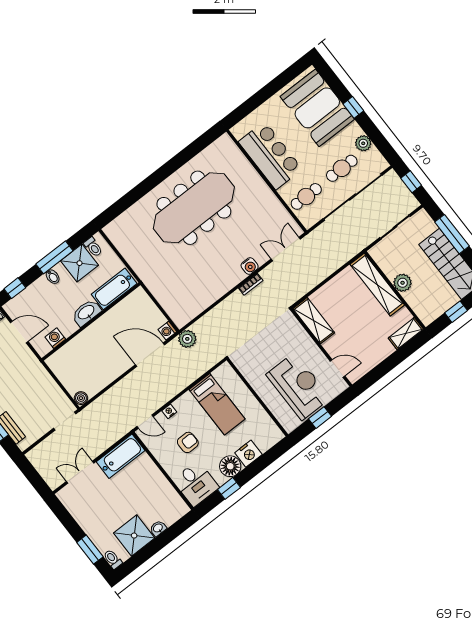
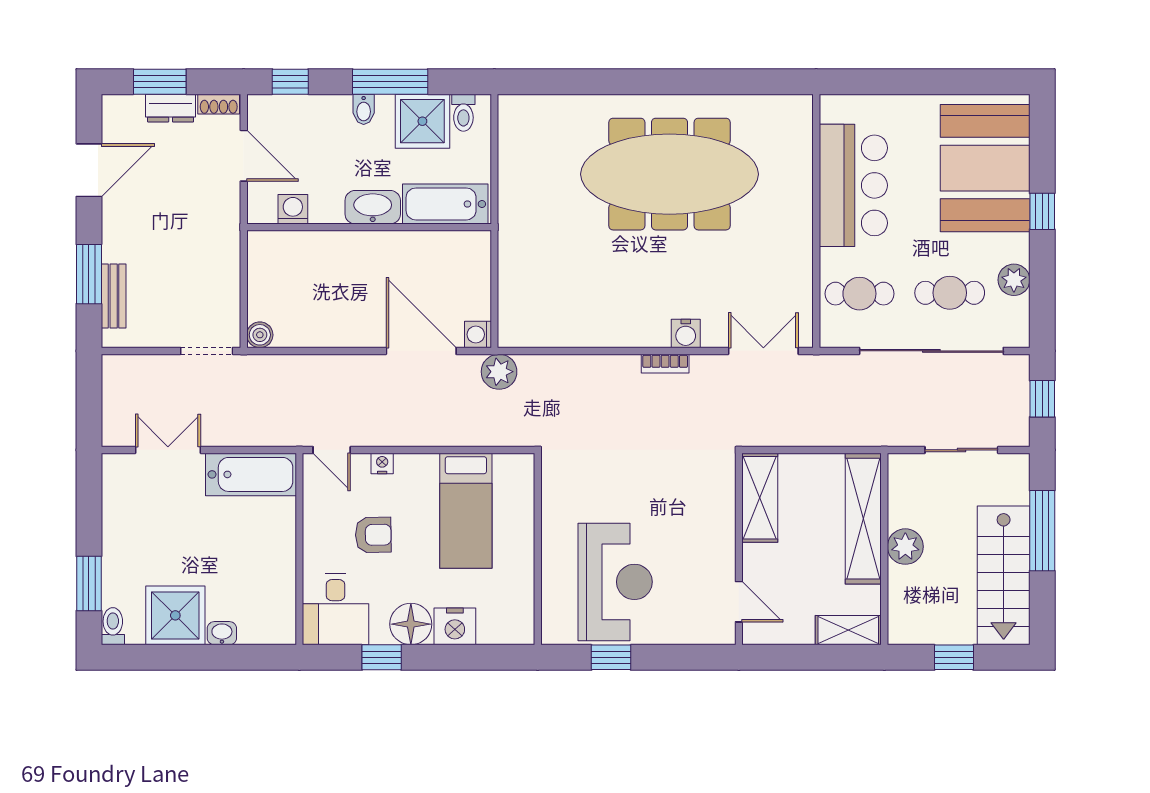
shelving: (314, 321) -> (760, 498), moved
wall: (321, 348) -> (739, 549), moved
door: (338, 368) -> (739, 602), moved

